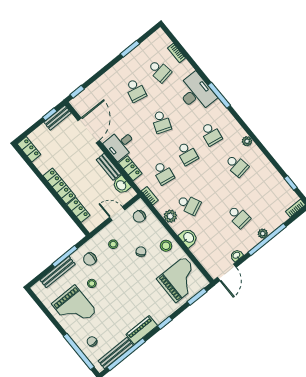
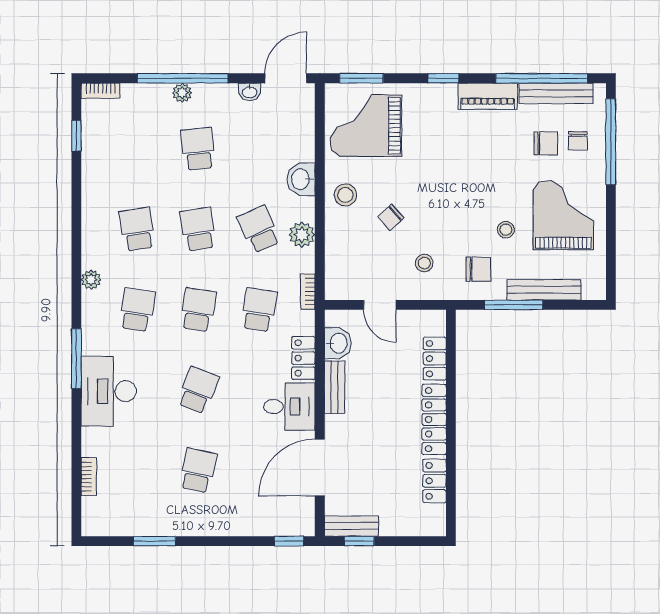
school desk: (159, 71) -> (198, 229), moved
plant: (247, 141) -> (91, 280), moved
locker: (29, 149) -> (435, 481), moved
chair: (139, 216) -> (546, 143), moved

